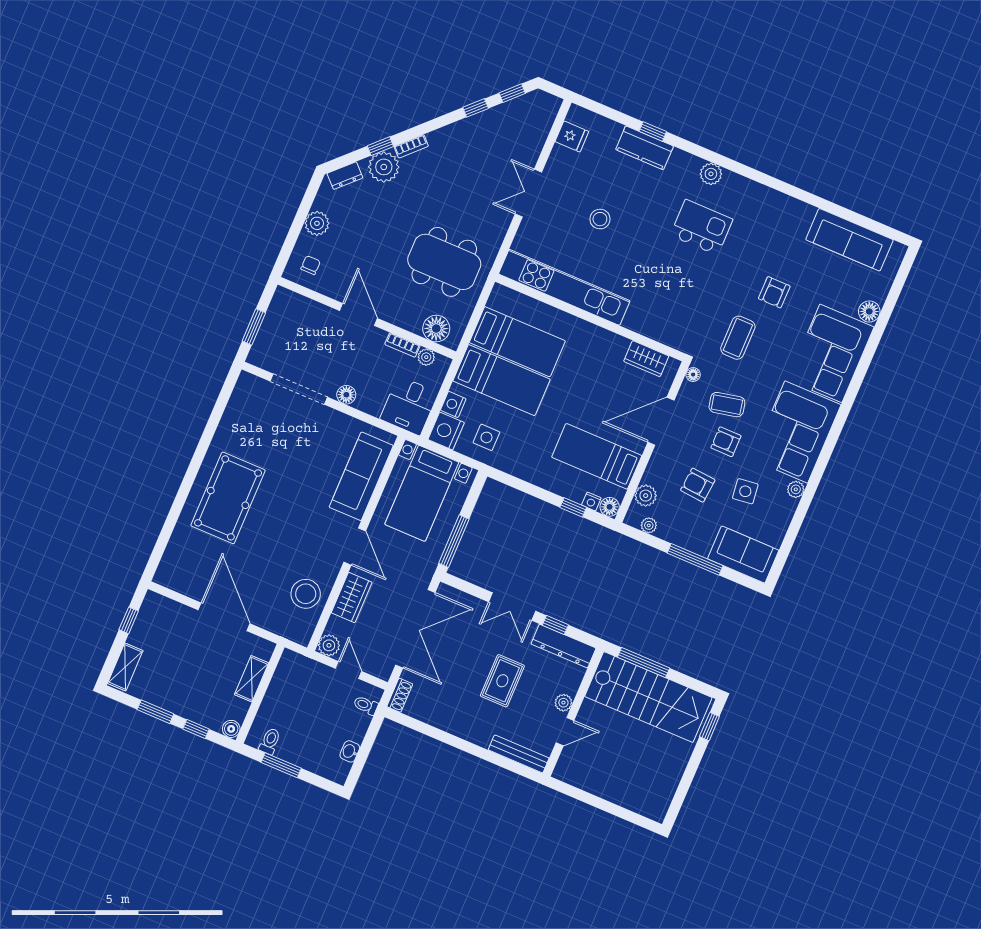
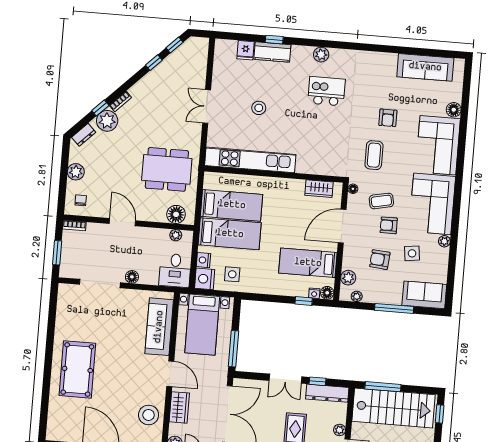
fridge: (572, 136) -> (246, 50), moved, turned 90
bookcase: (402, 345) -> (74, 226), moved

